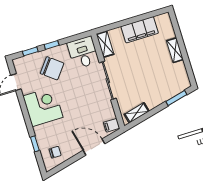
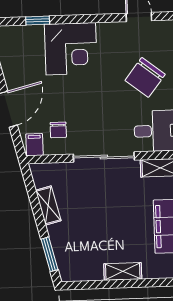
corner desk: (43, 107) -> (71, 49), moved
shelving: (137, 113) -> (48, 205), moved
chair: (55, 152) -> (58, 130), moved

